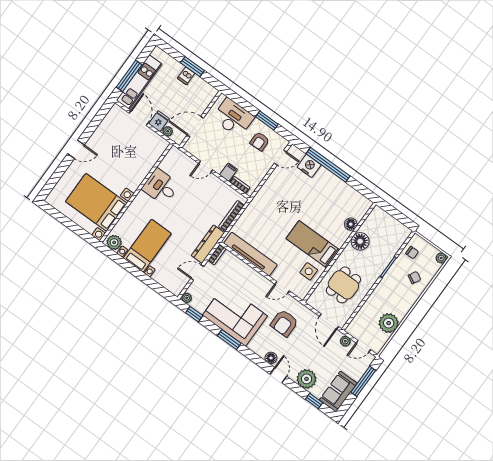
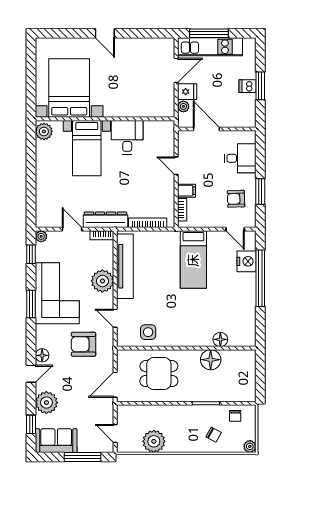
desk: (233, 118) -> (240, 158), width x0.73
bed: (313, 244) -> (193, 260), moved, turned 180
bed with nightstands: (147, 246) -> (87, 148), moved, turned 90
plant: (345, 341) -> (102, 281), moved, width x1.87, depth x1.87

